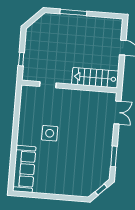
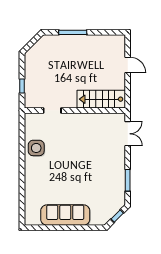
side table: (50, 133) -> (36, 148), moved
sofa: (24, 169) -> (65, 215), moved, turned -90

